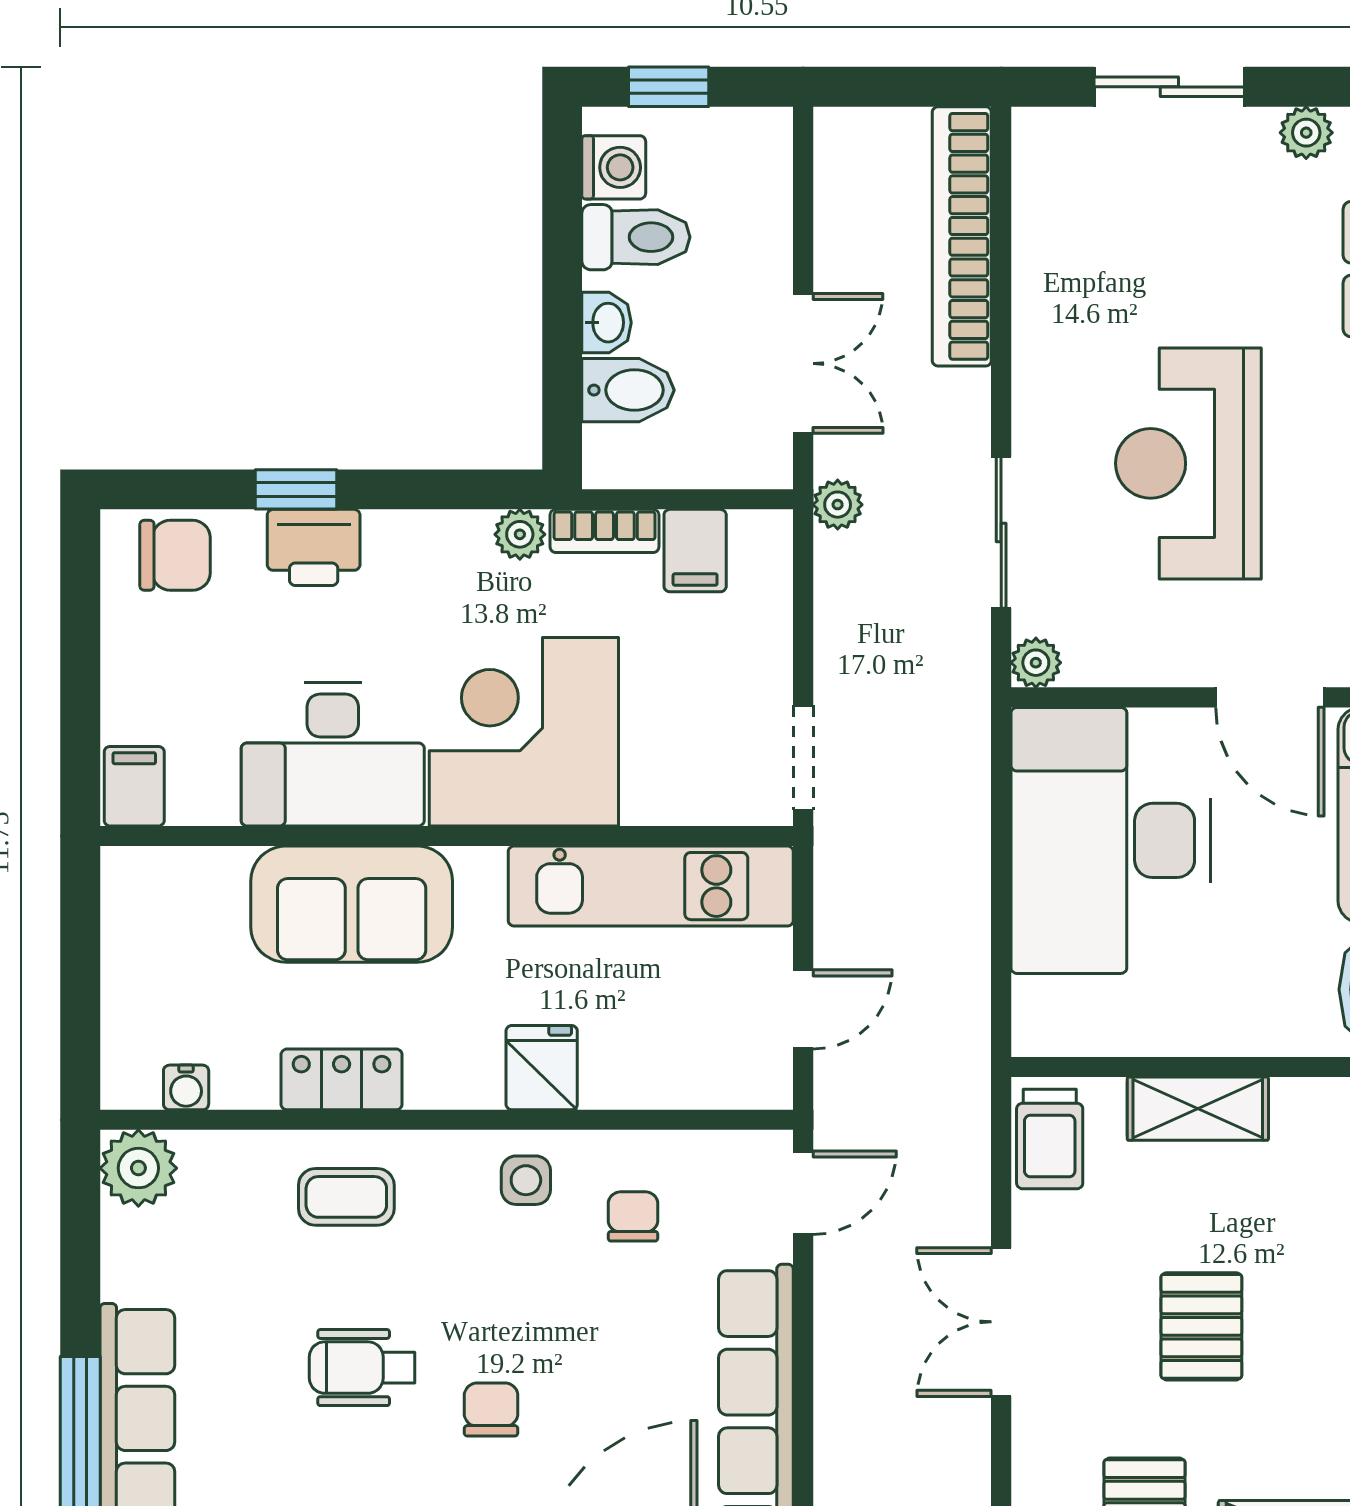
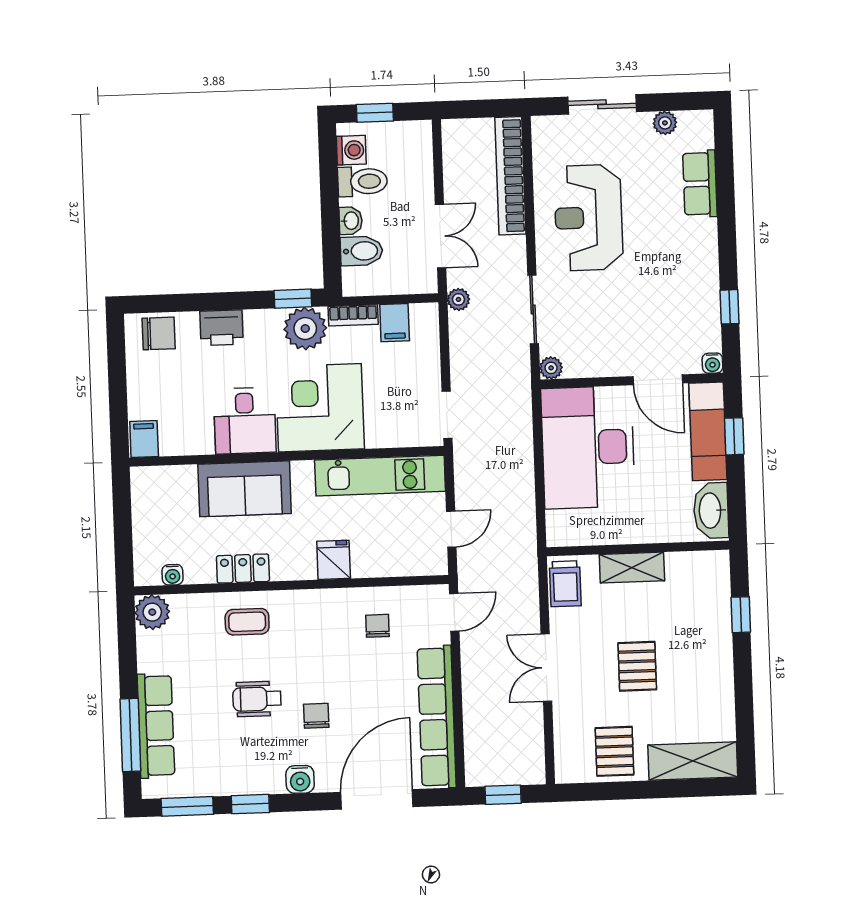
reception desk: (1188, 463) -> (588, 218), moved
window: (296, 489) -> (293, 299), moved
plant: (520, 534) -> (305, 329), width x1.88, depth x1.88
desk: (333, 754) -> (245, 421), width x0.73
side table: (526, 1180) -> (328, 611), removed

